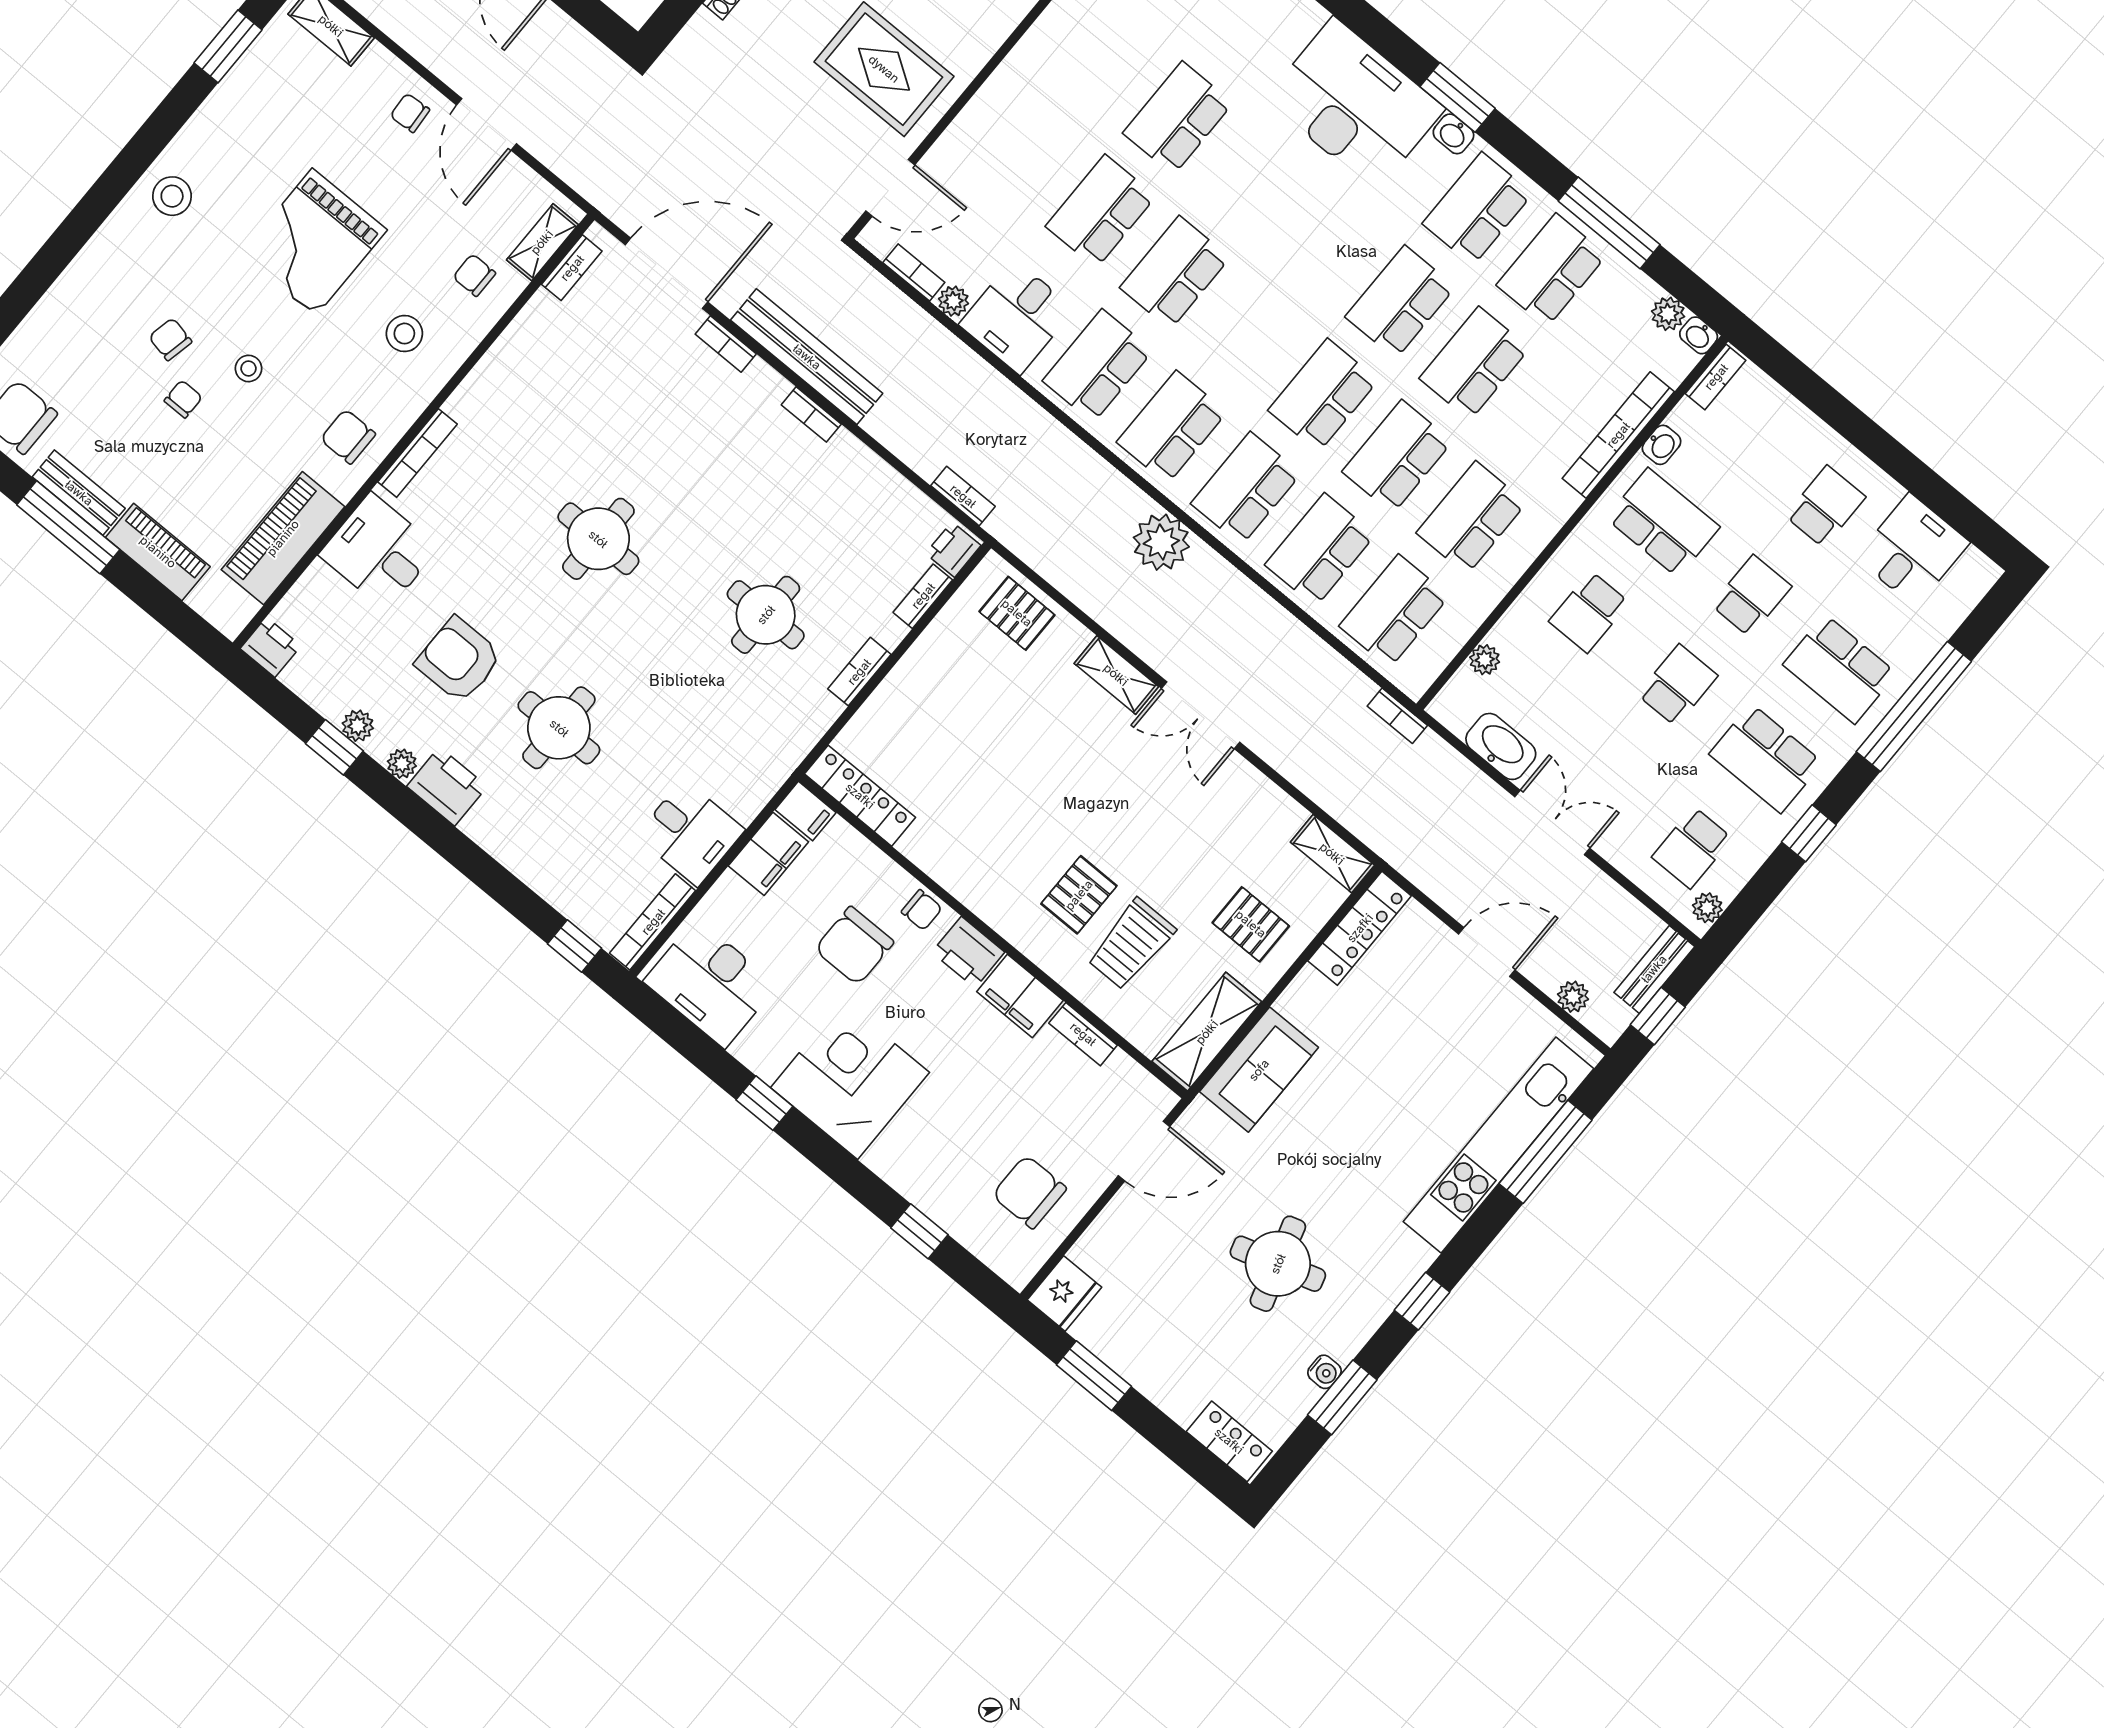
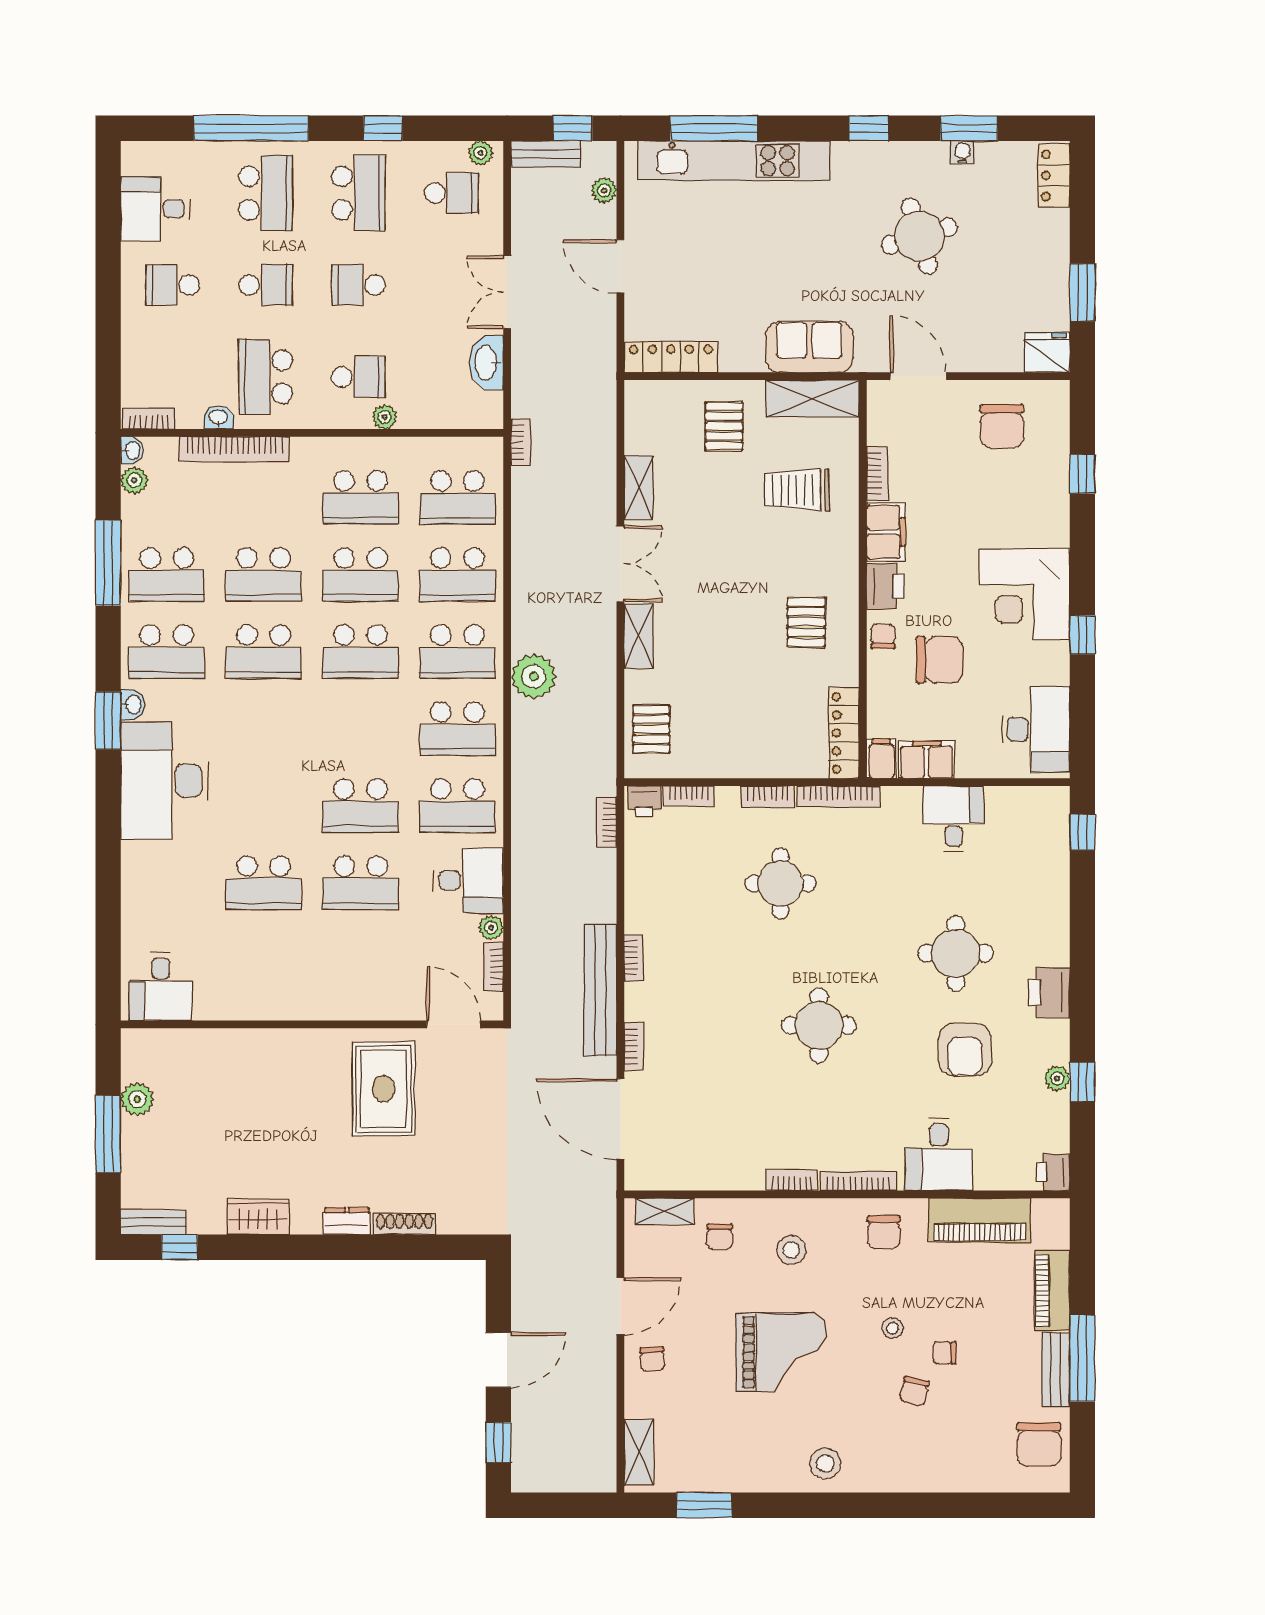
bookcase: (572, 268) -> (792, 1180), moved
school desk: (1751, 596) -> (266, 285), turned 180
plant: (1485, 660) -> (385, 417), moved
plant: (402, 764) -> (1058, 1032), removed
shelving: (1332, 854) -> (639, 488), moved
pallet: (1079, 895) -> (806, 622), moved, turned 90
bookcase: (653, 922) -> (838, 796), moved
trolley: (1131, 944) -> (797, 490), turned 180

